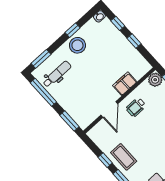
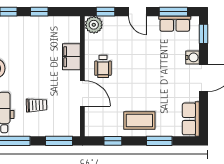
trolley: (78, 89) -> (36, 105), added
window: (105, 160) -> (113, 141), moved

